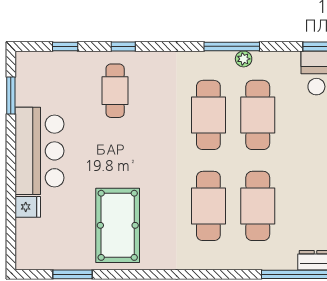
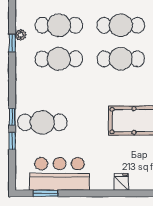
window: (65, 46) -> (12, 141), moved
window: (232, 46) -> (12, 43), width x0.46
cafe table: (115, 91) -> (42, 122), width x1.37, depth x1.35
bar counter: (39, 151) -> (60, 174), moved

